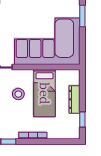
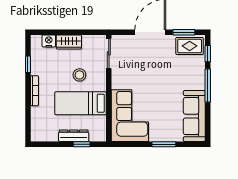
corner sofa: (47, 41) -> (130, 116), width x0.73, depth x0.74
window: (82, 120) -> (82, 144), moved

